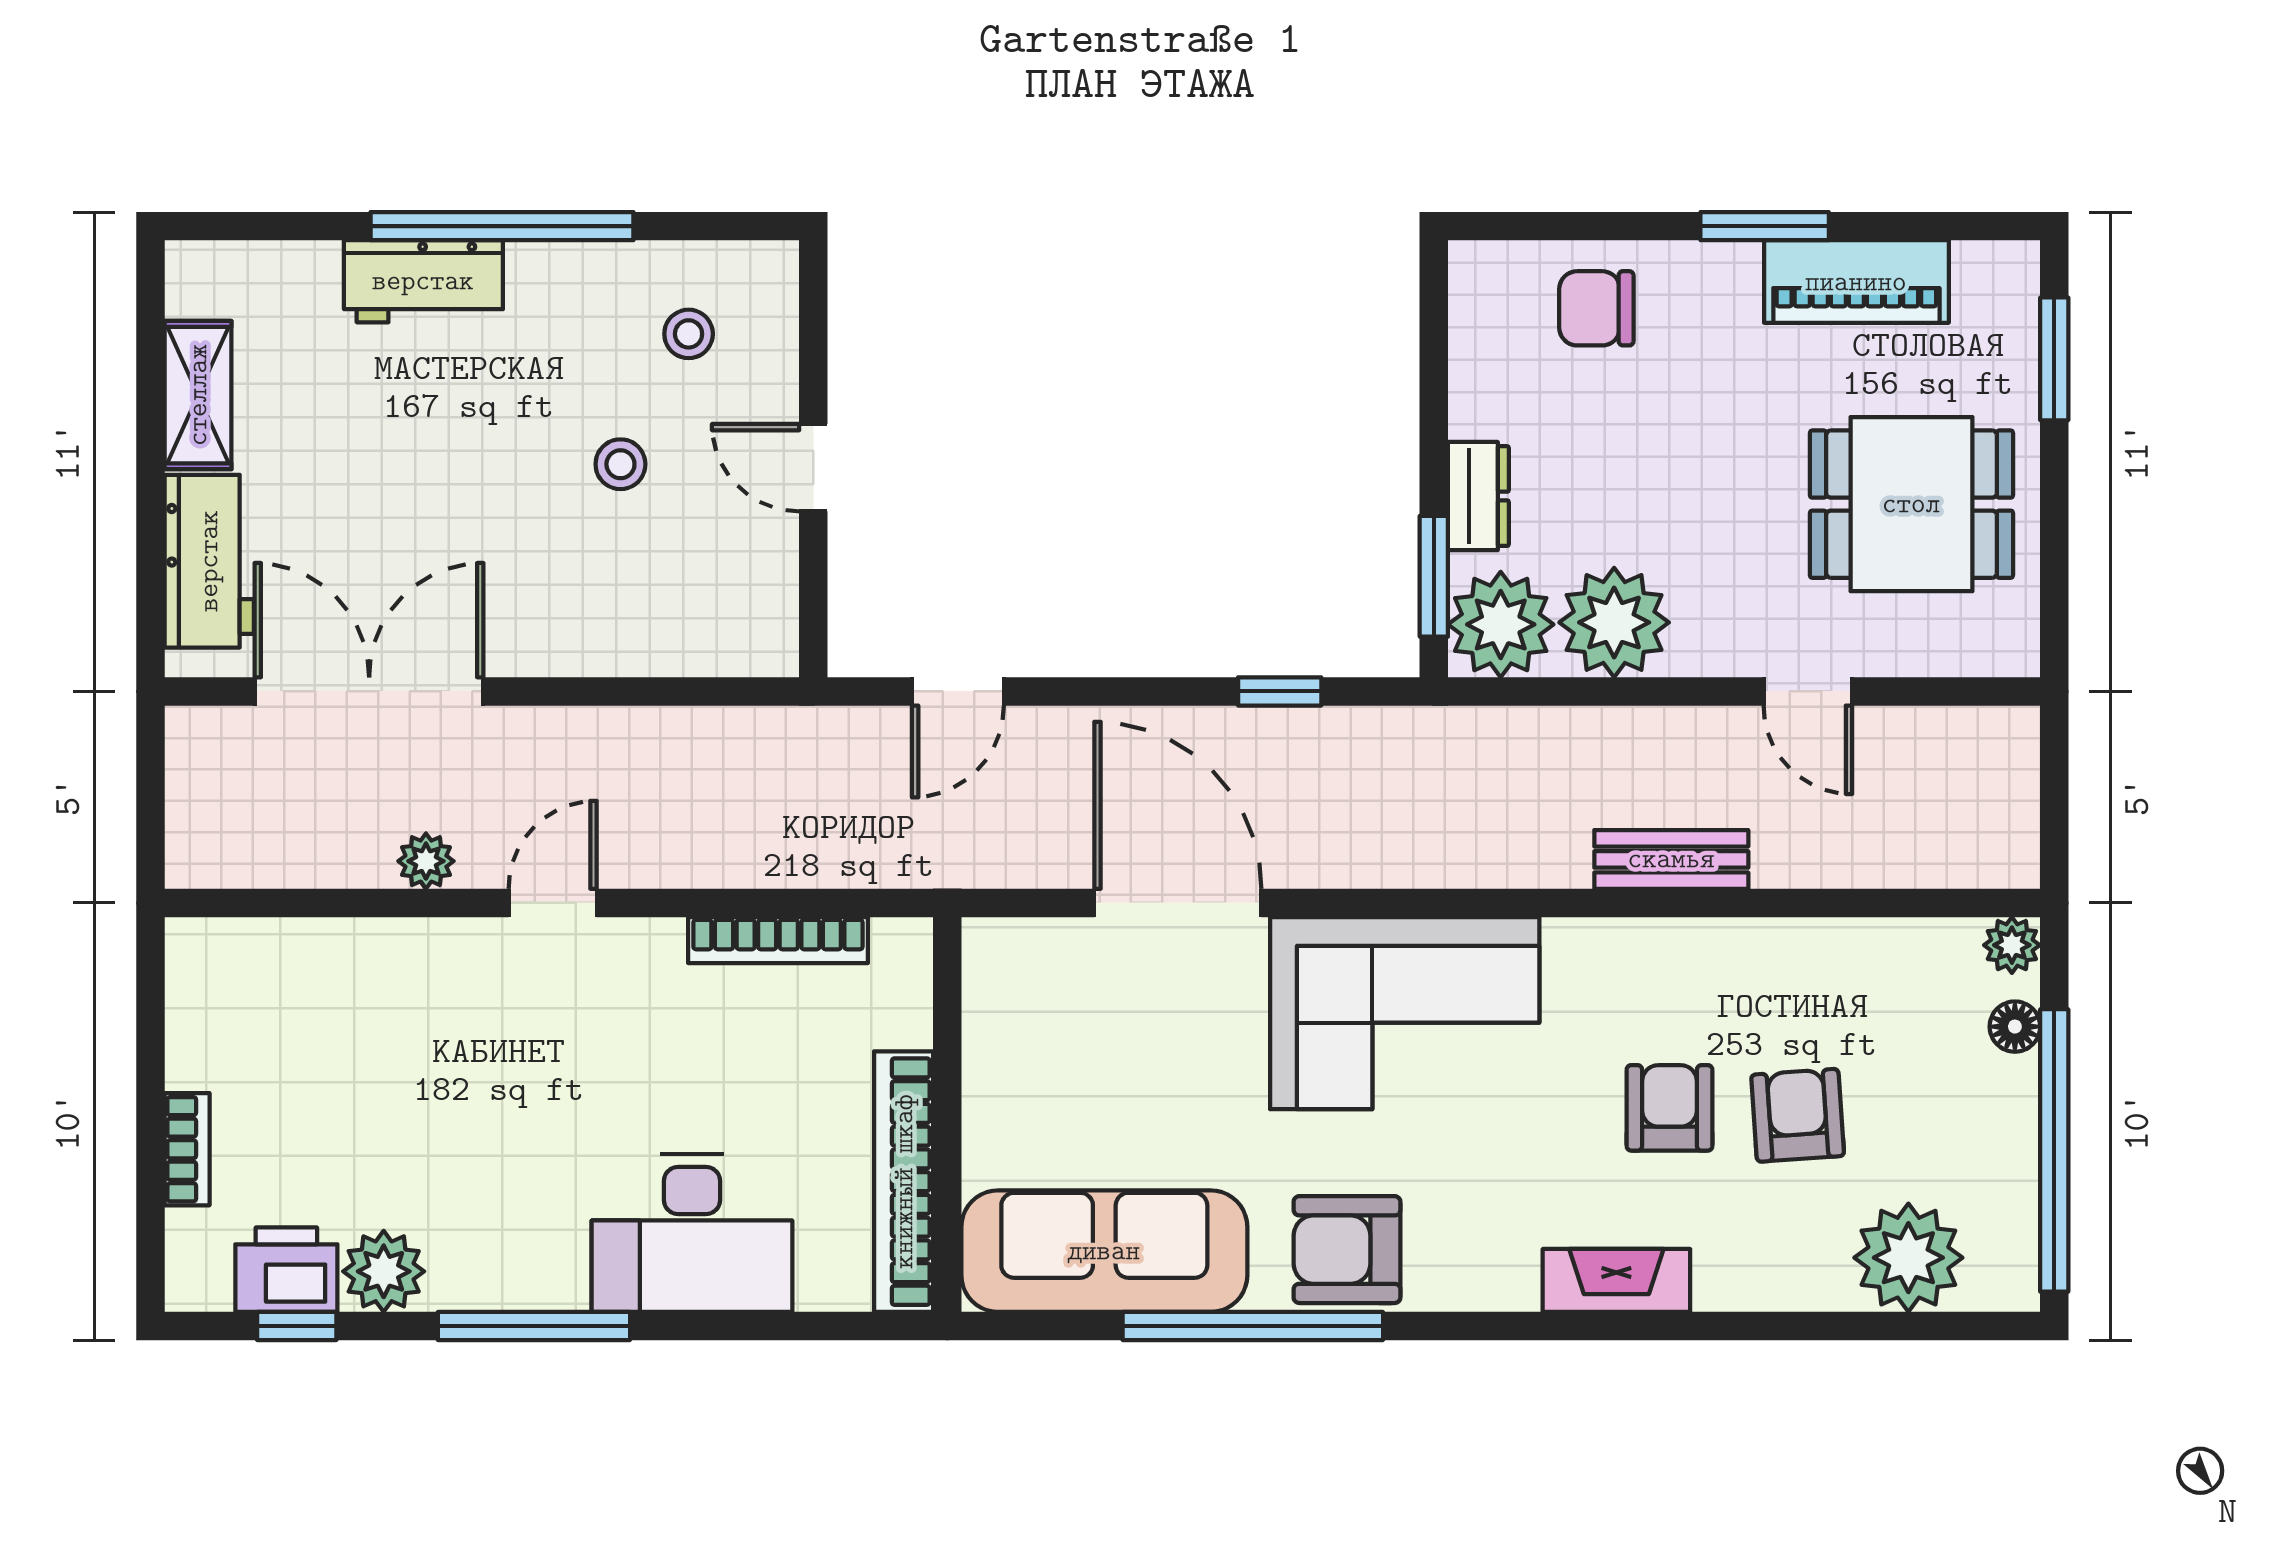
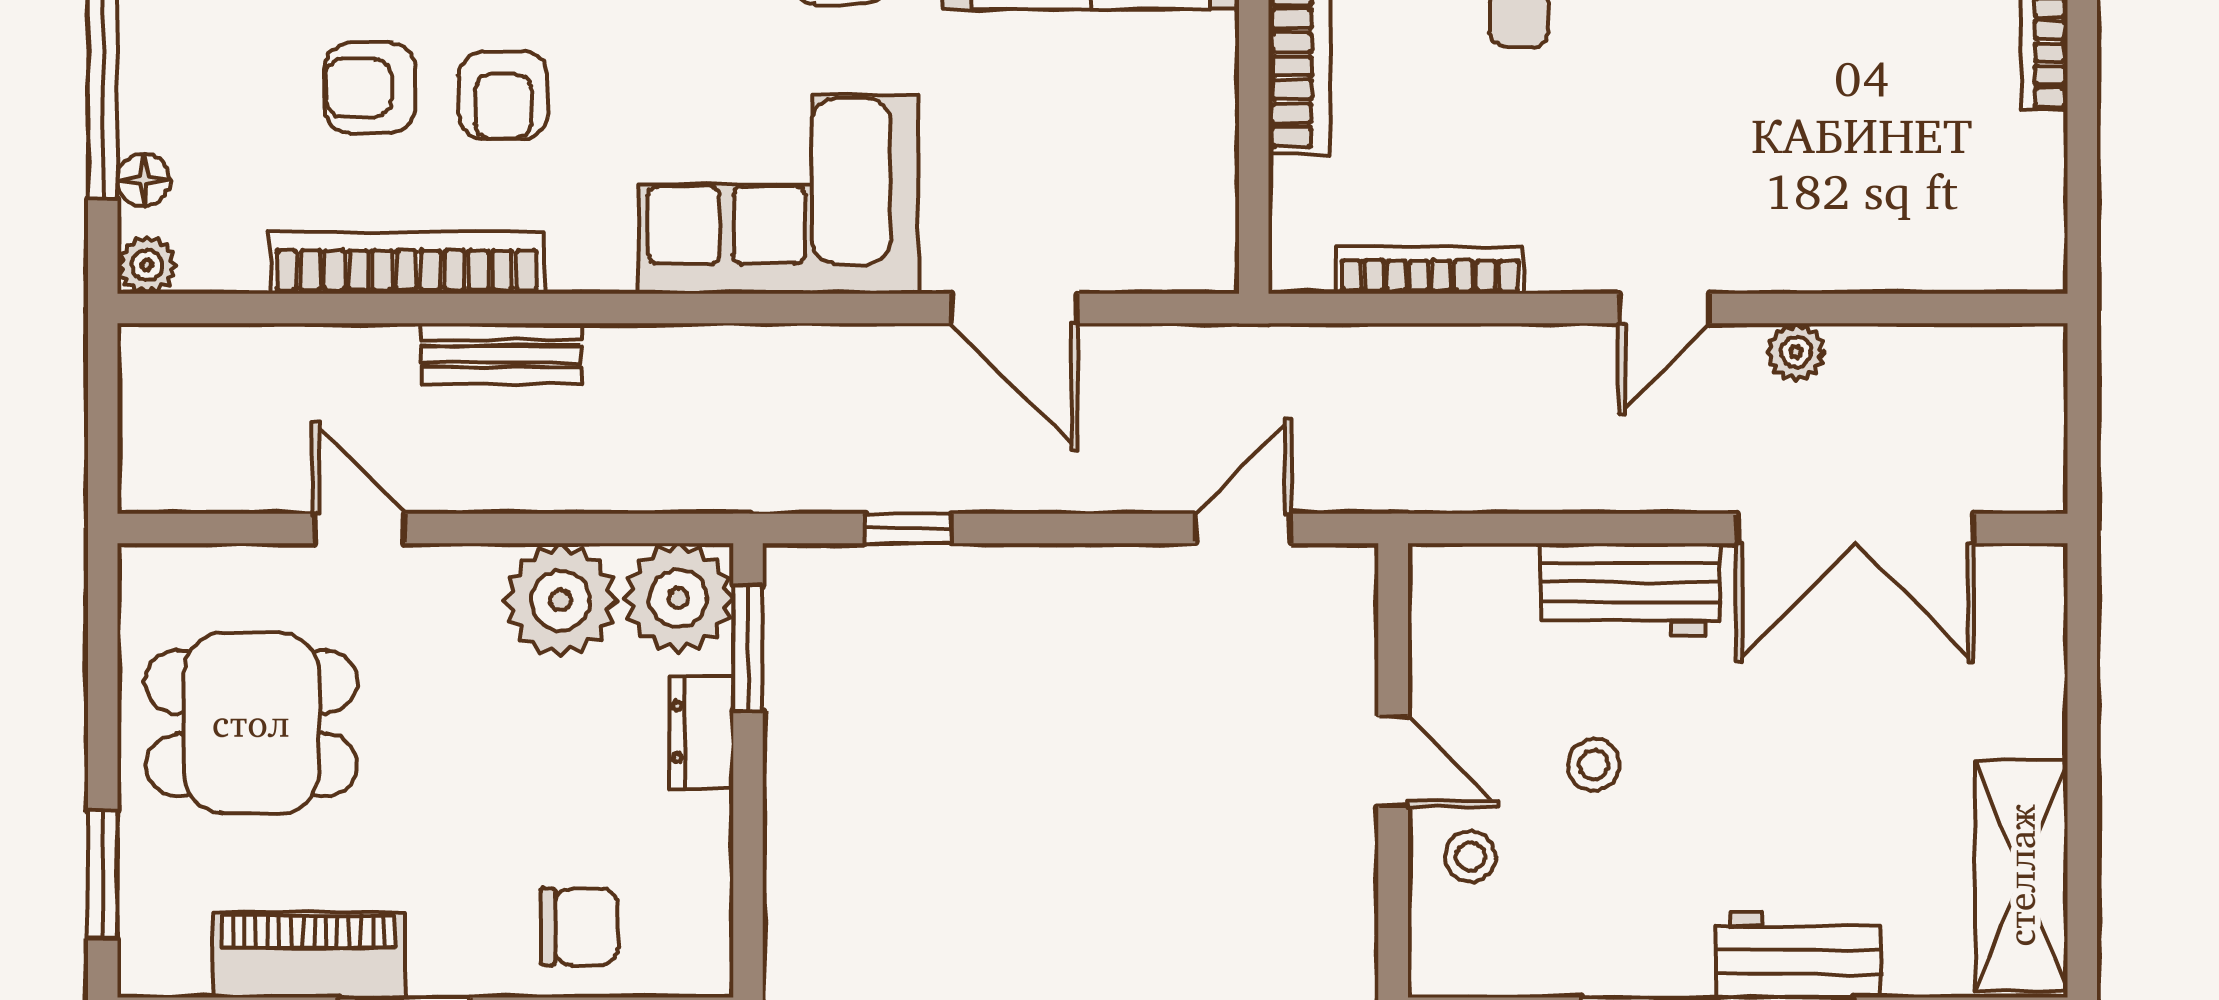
stool: (689, 334) -> (1471, 856), moved
shelving: (198, 395) -> (2021, 875), width x1.50, depth x1.33
workbench: (209, 561) -> (1631, 590), moved, turned -90
door: (1178, 903) -> (1014, 309), width x0.73
bookcase: (1762, 947) -> (407, 263), added
armchair: (1798, 1115) -> (370, 88), turned 94

